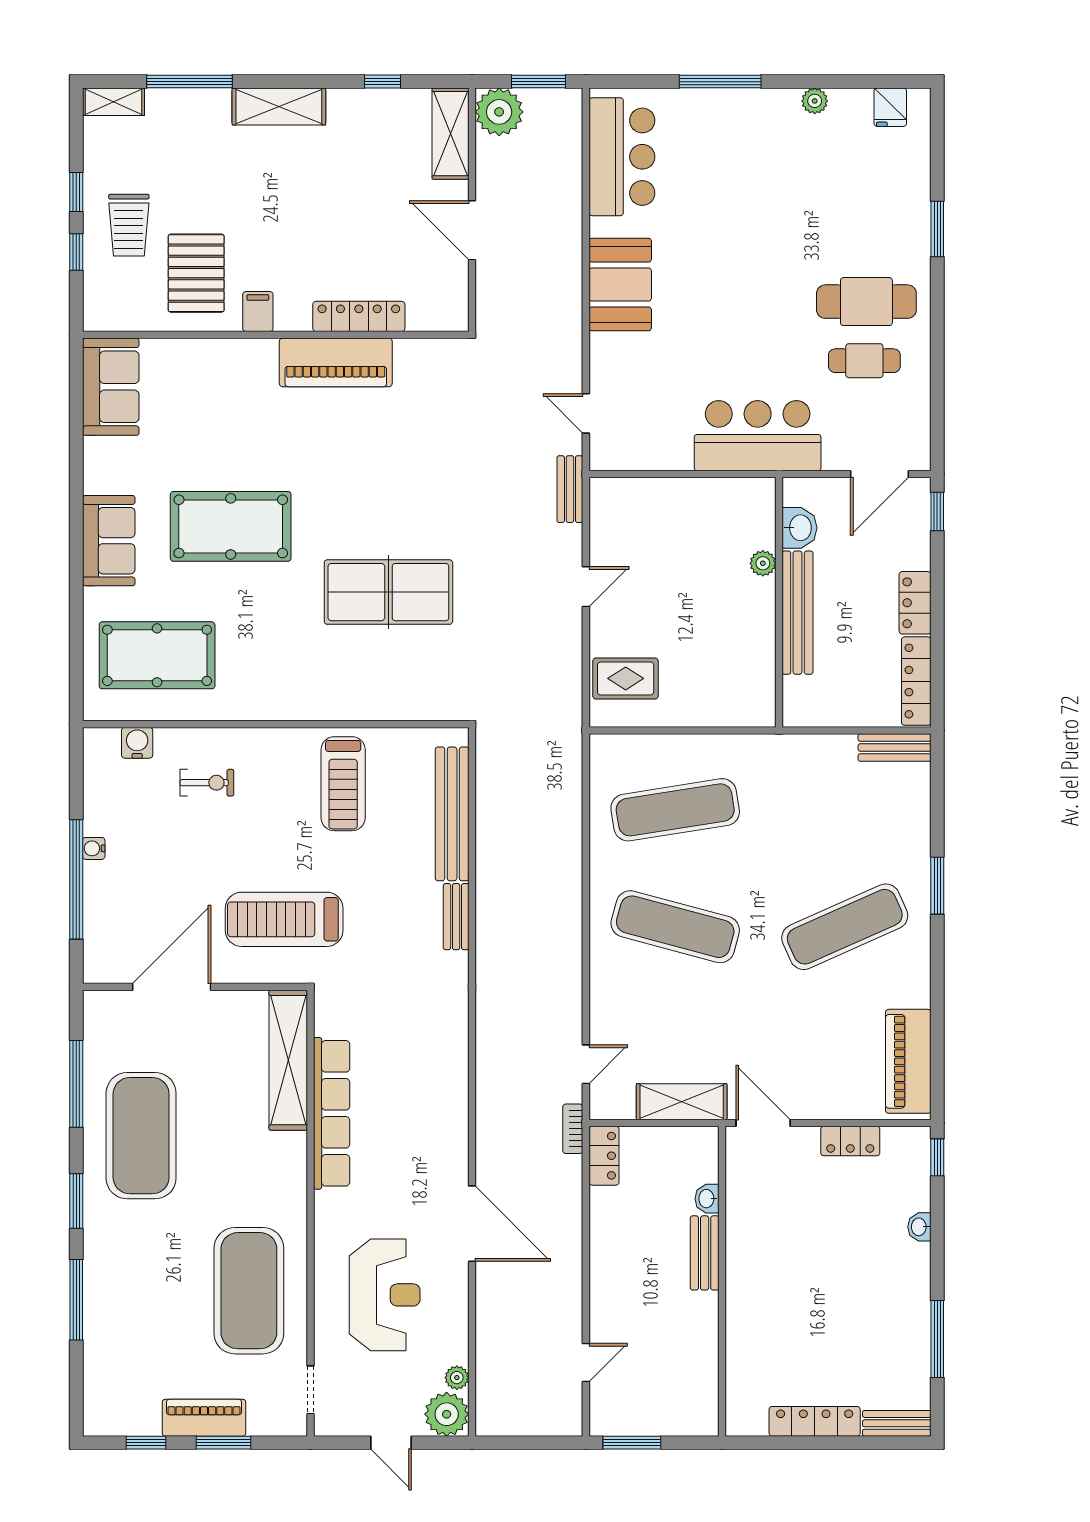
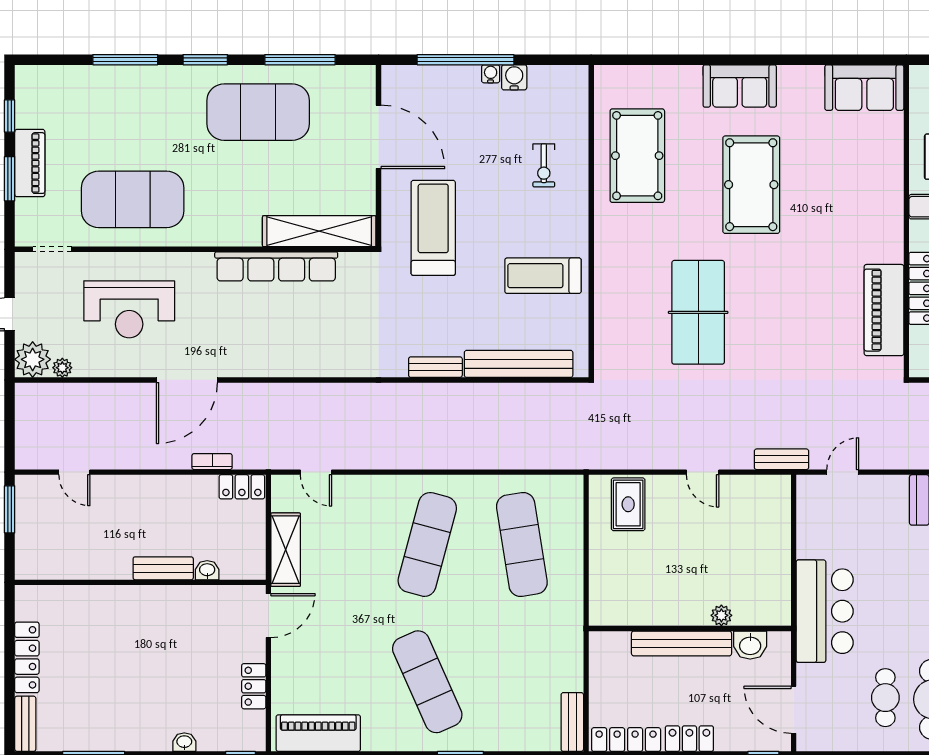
piano: (336, 362) -> (884, 310), moved
pool table: (157, 655) -> (637, 156), moved
water cooler: (137, 743) -> (514, 77), moved, turned -90
bookcase: (573, 1129) -> (212, 462), moved

